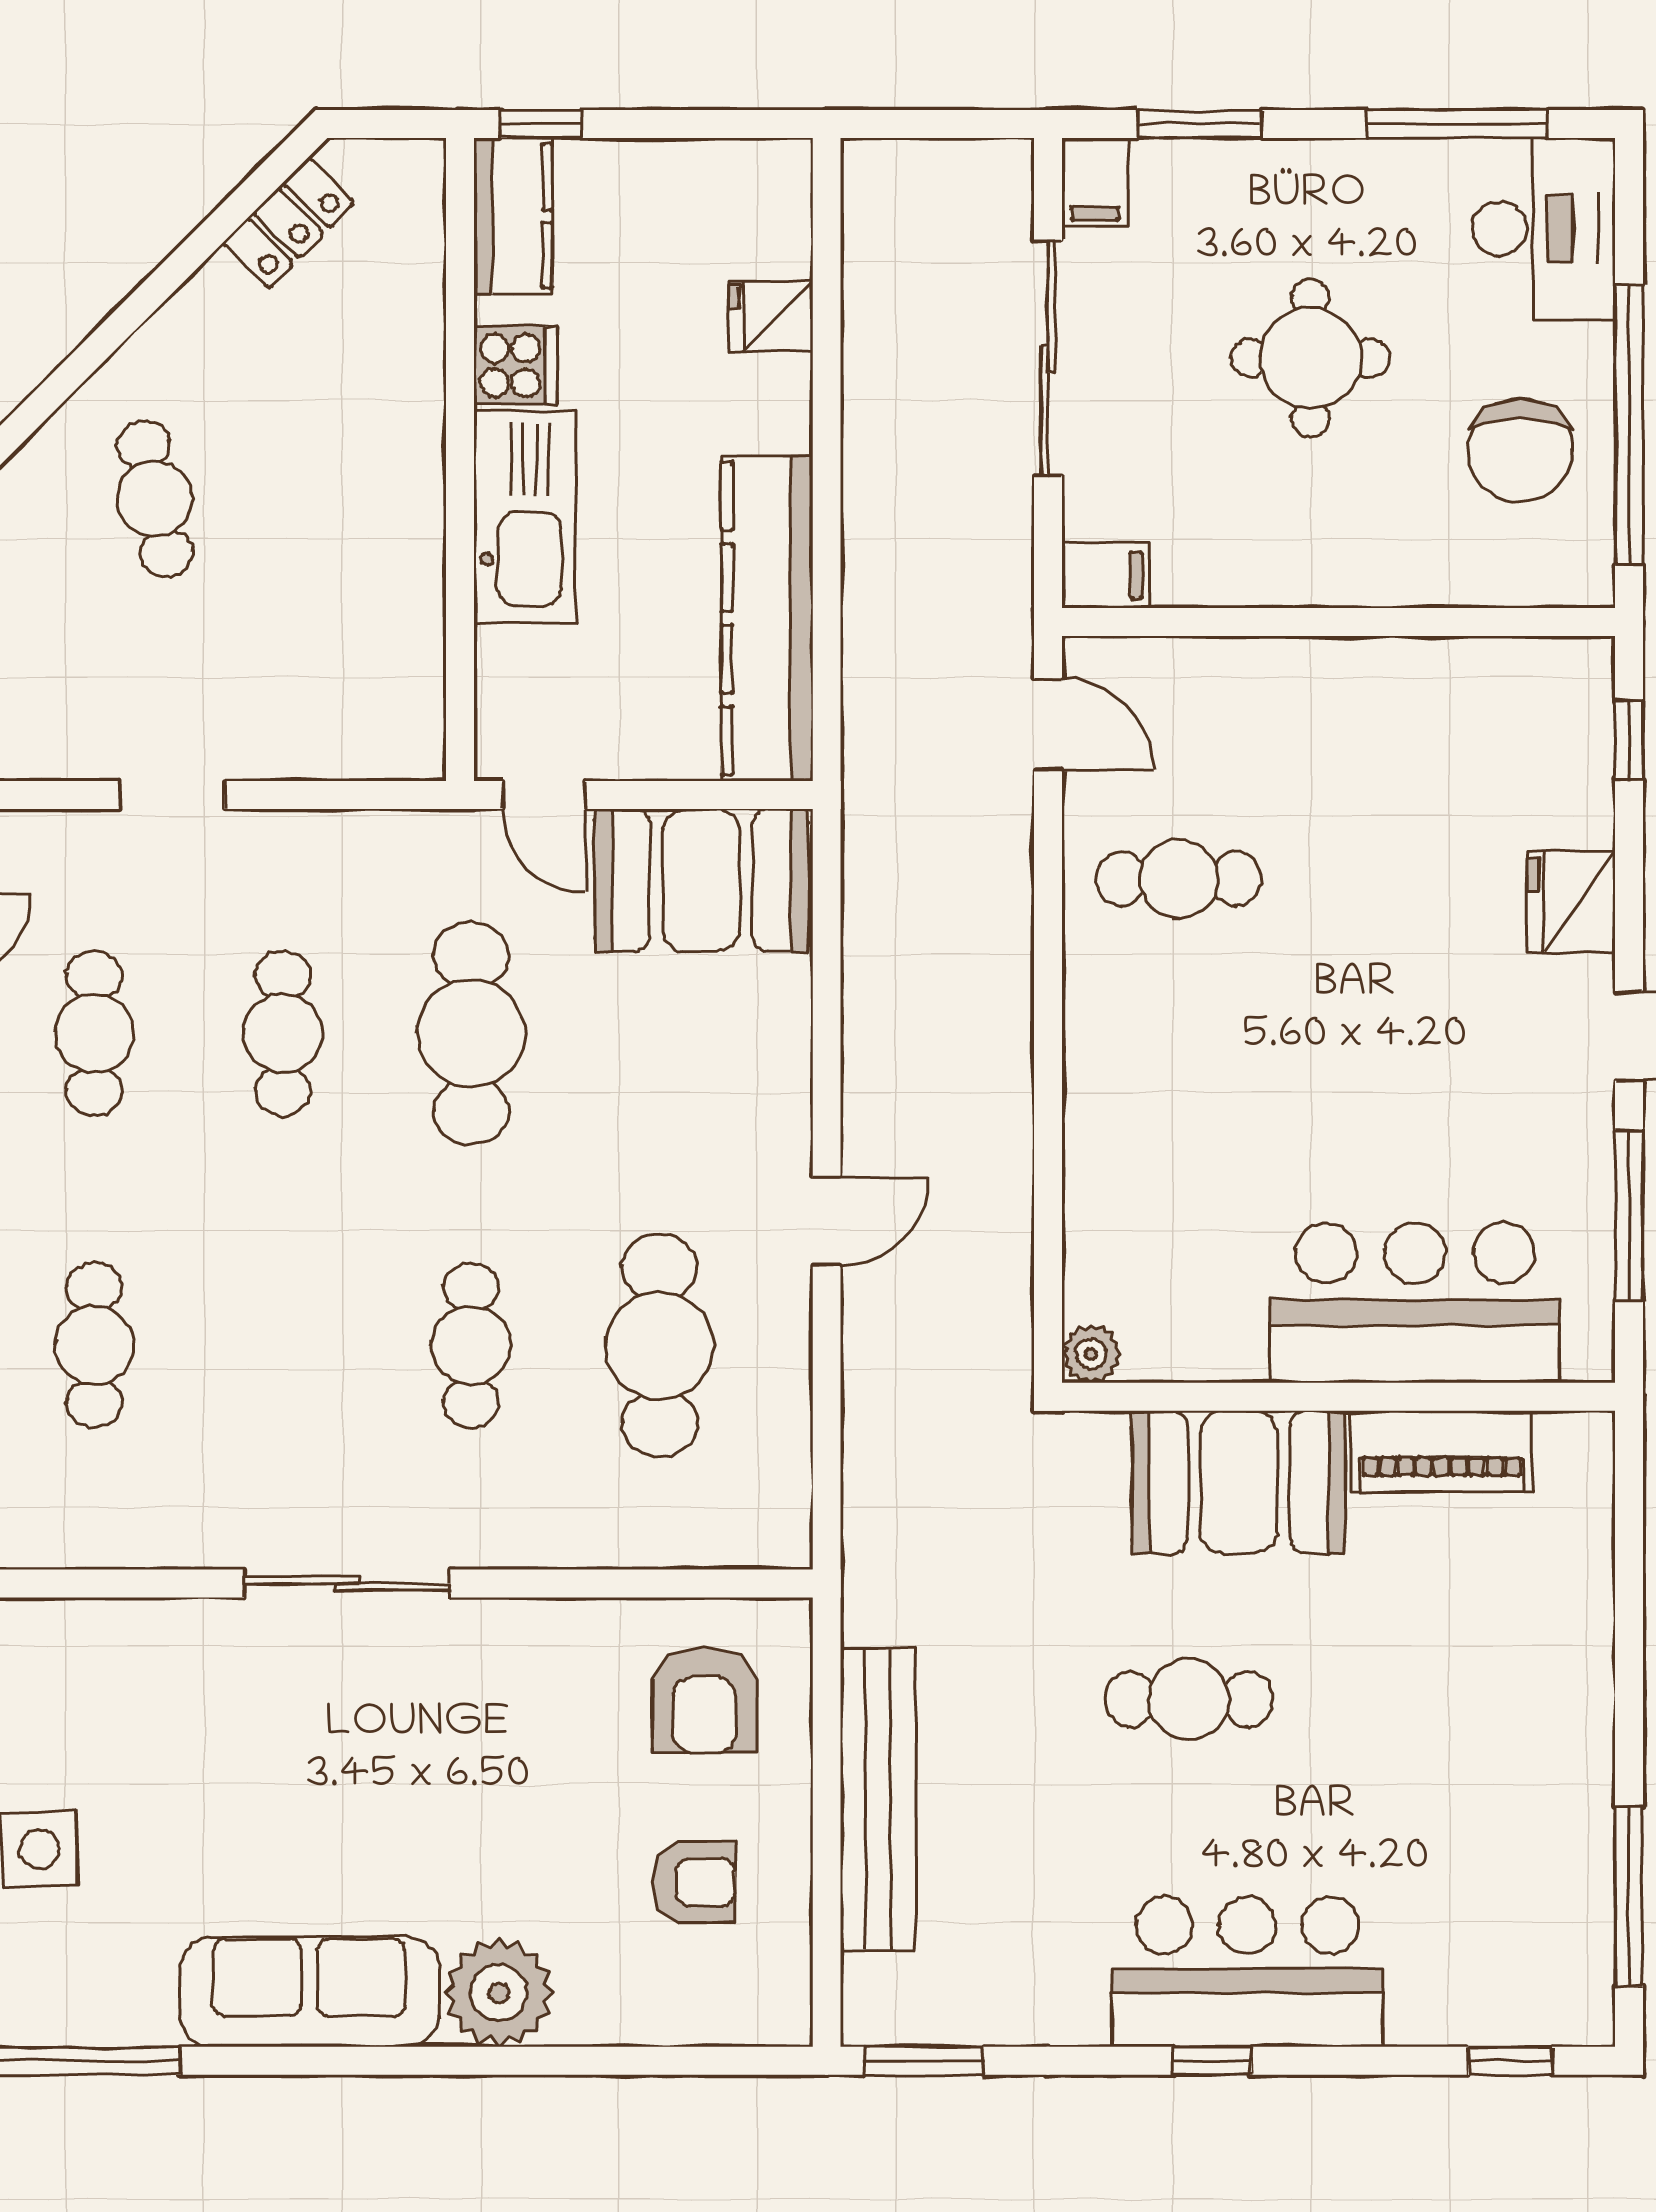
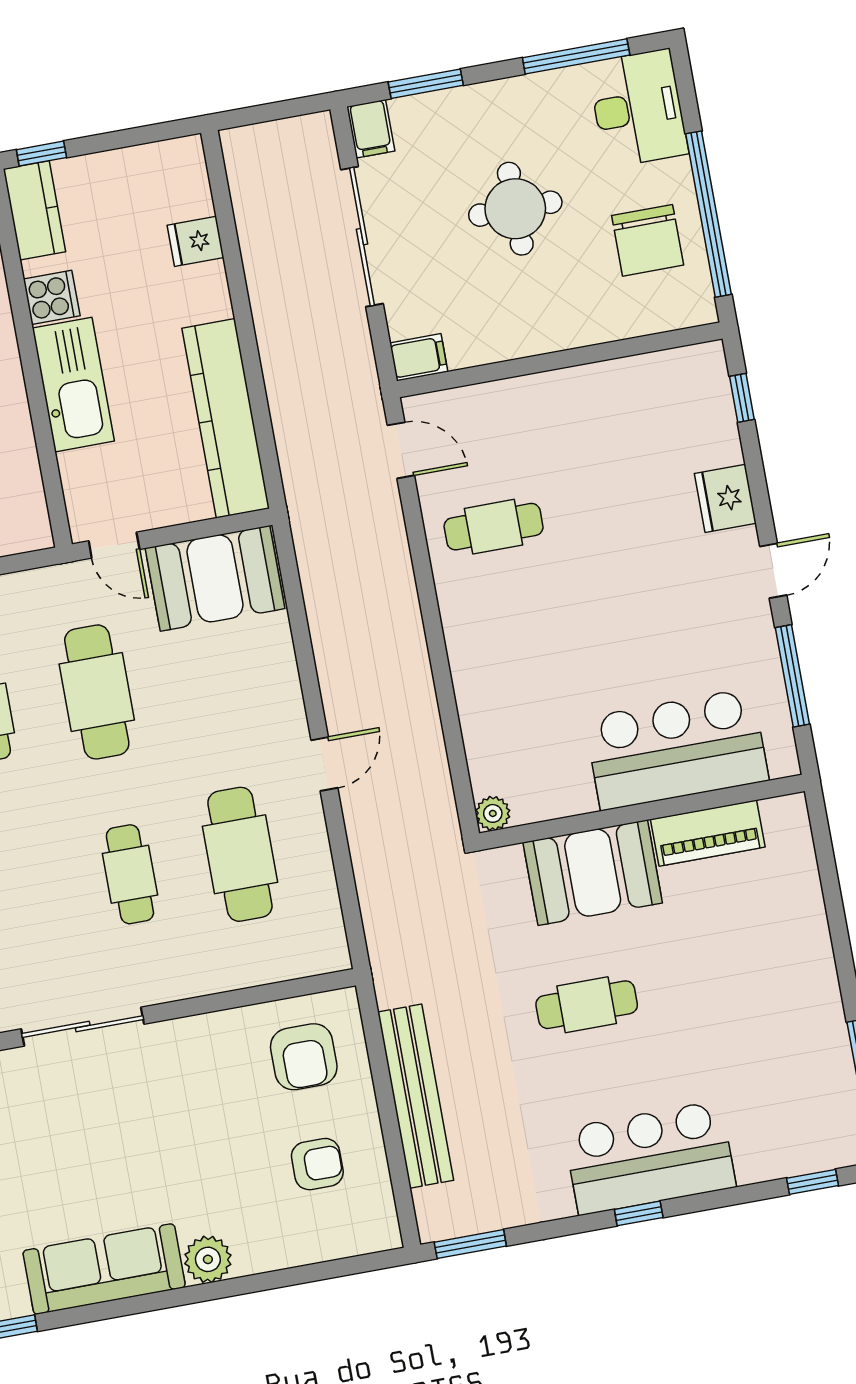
plant: (499, 1993) -> (208, 1259), width x0.73, depth x0.73

